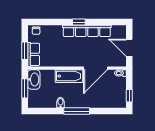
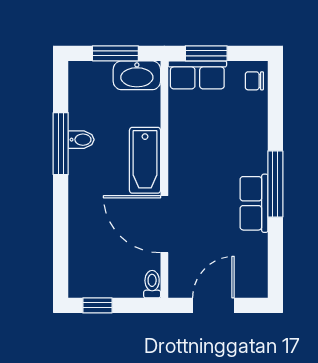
window: (79, 22) -> (275, 184), width x2.17
row of seats: (87, 31) -> (254, 203), width x0.50
window: (77, 111) -> (61, 144), moved

